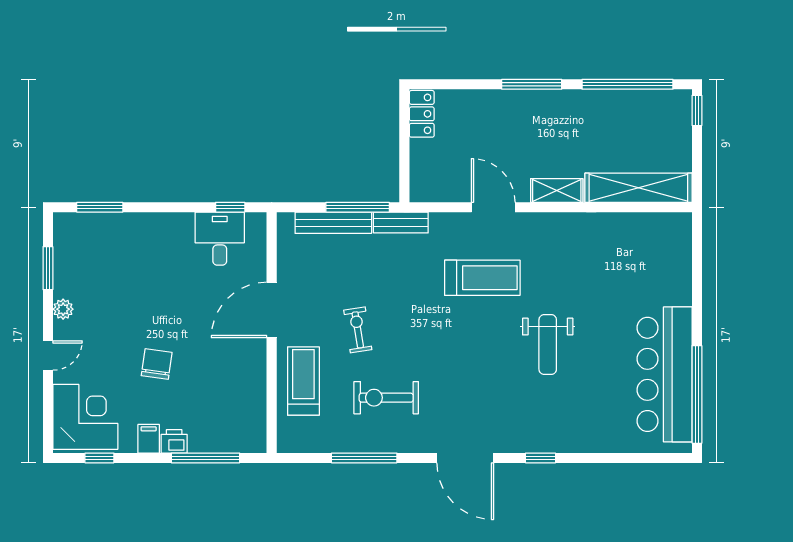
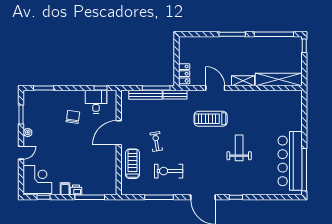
locker: (422, 114) -> (184, 74), moved
treadmill: (482, 278) -> (211, 119), turned 180
weight bench: (548, 345) -> (239, 148), turned 180
chair: (157, 364) -> (73, 117), moved

